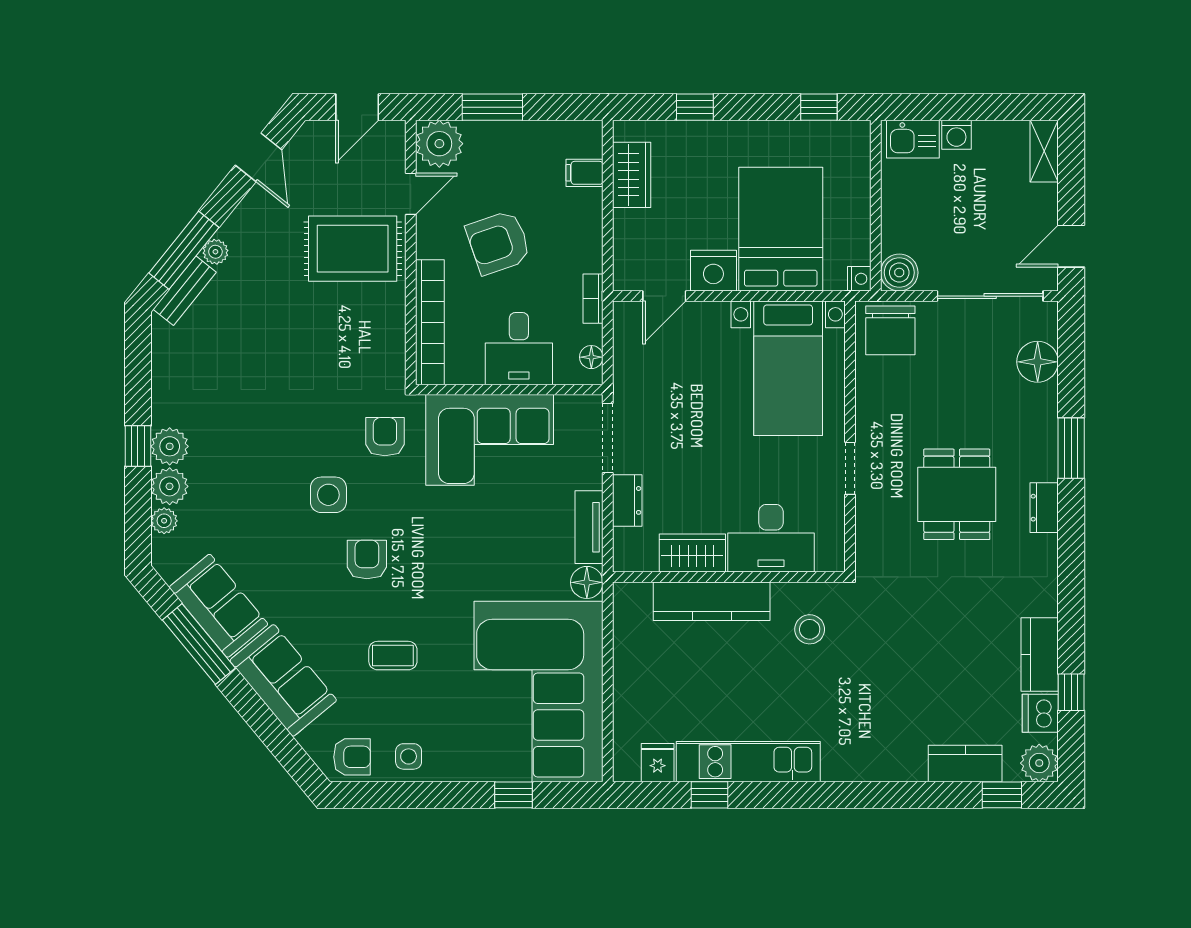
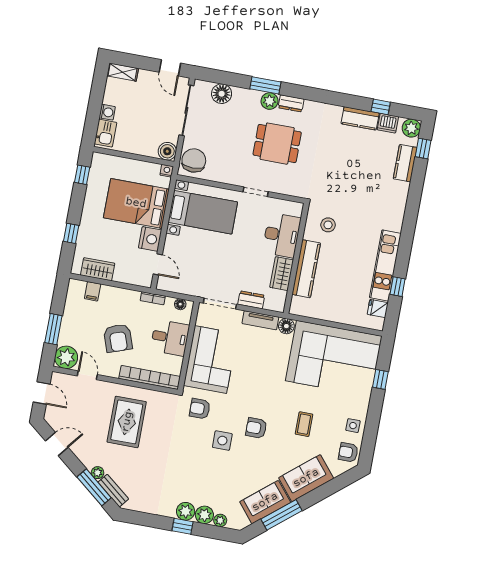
rug: (353, 249) -> (127, 422), moved
chair: (890, 330) -> (194, 160), turned -90
plant: (1041, 463) -> (270, 101), added
armchair: (352, 757) -> (348, 452), turned -90

